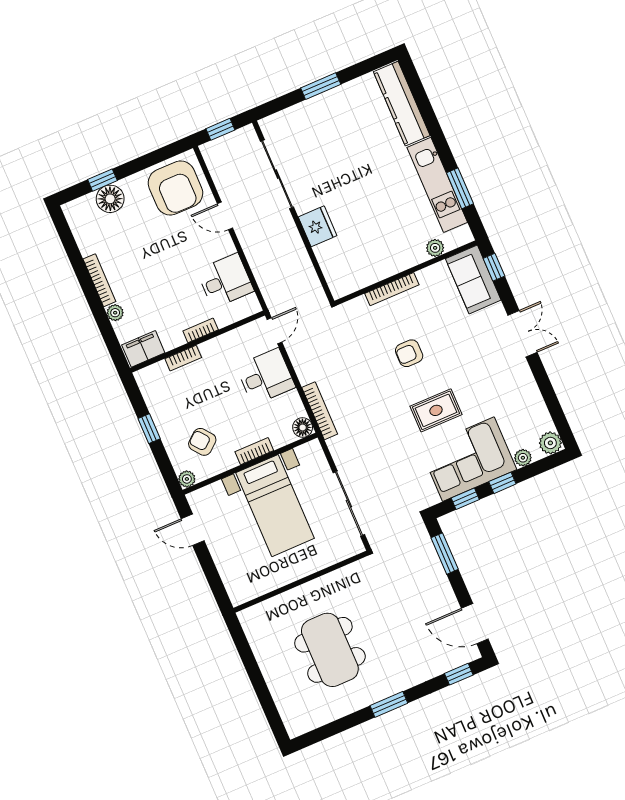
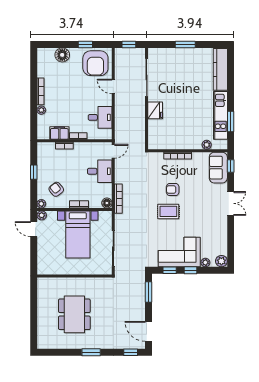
window: (102, 180) -> (85, 44), moved
filing cabinet: (143, 349) -> (59, 133), moved
rug: (436, 410) -> (168, 211), moved
plant: (196, 499) -> (42, 215), added

